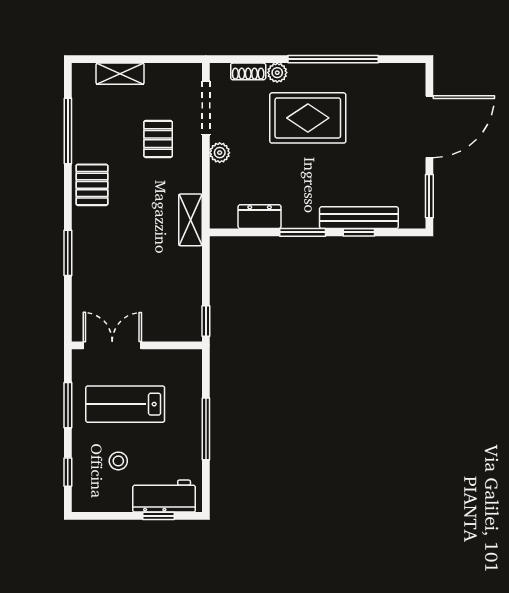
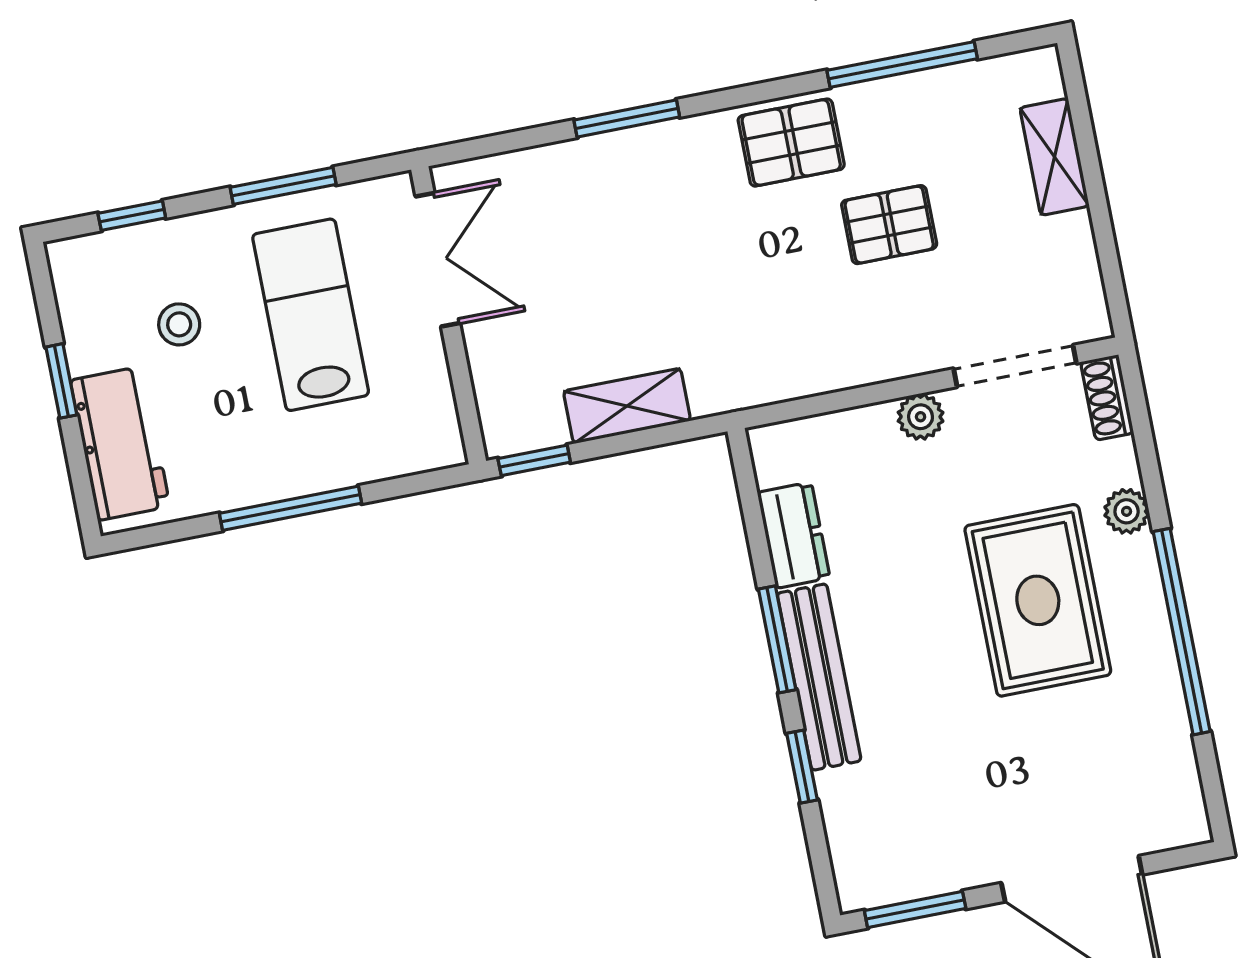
shoe rack: (248, 71) -> (1107, 398), moved
pallet: (158, 139) -> (889, 225), moved
bench: (359, 218) -> (819, 677), moved
shelving: (191, 220) -> (627, 406), moved
window: (159, 516) -> (61, 381), moved

